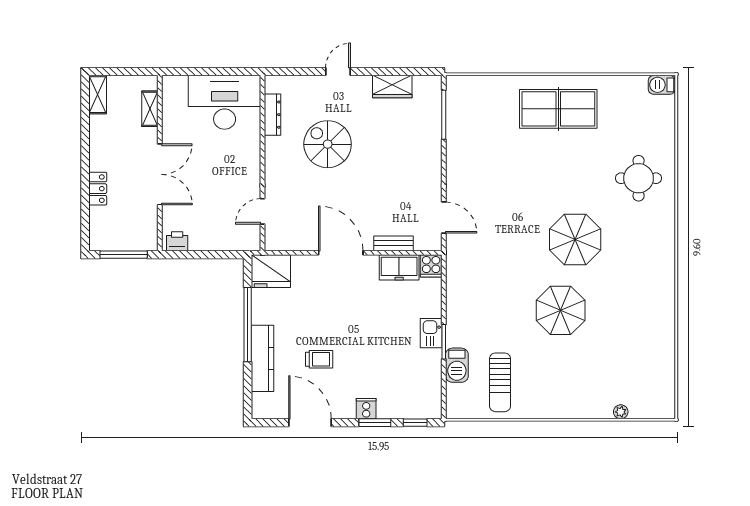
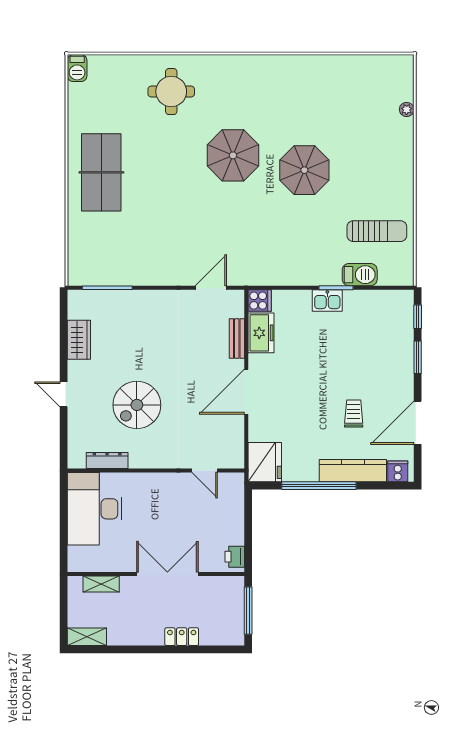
cooker: (366, 409) -> (398, 471), moved, turned 90

